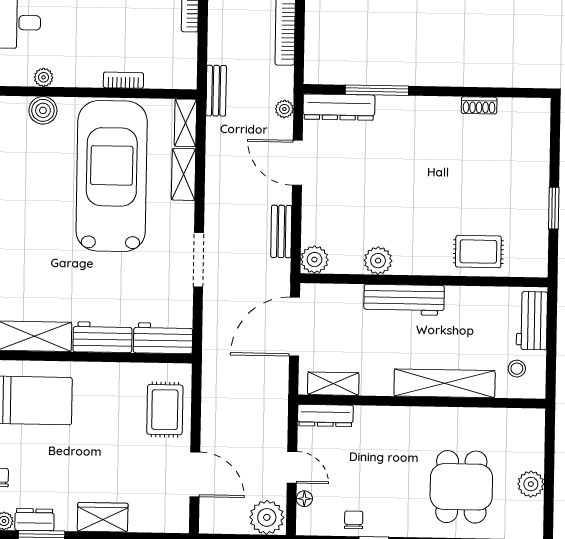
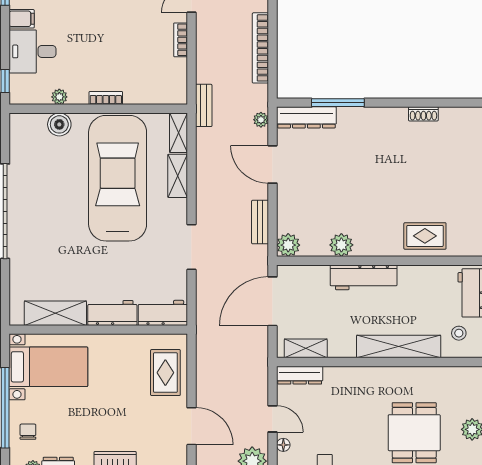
bookcase: (123, 80) -> (106, 98), moved

